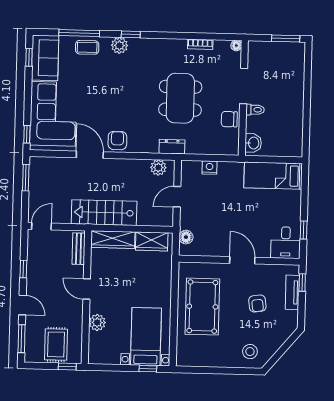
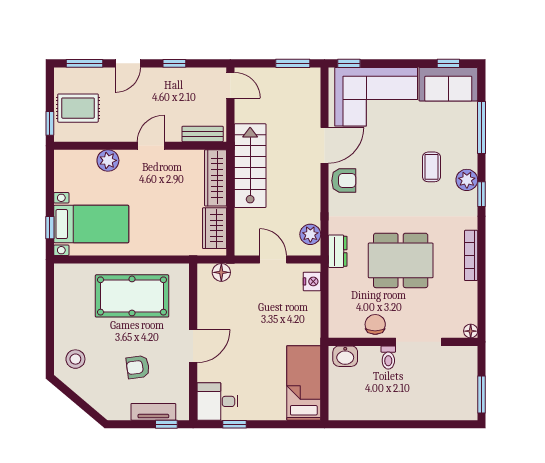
bookcase: (200, 44) -> (471, 255), moved, width x1.56
coffee table: (87, 47) -> (431, 167), moved
nightstand: (210, 168) -> (312, 281), moved

